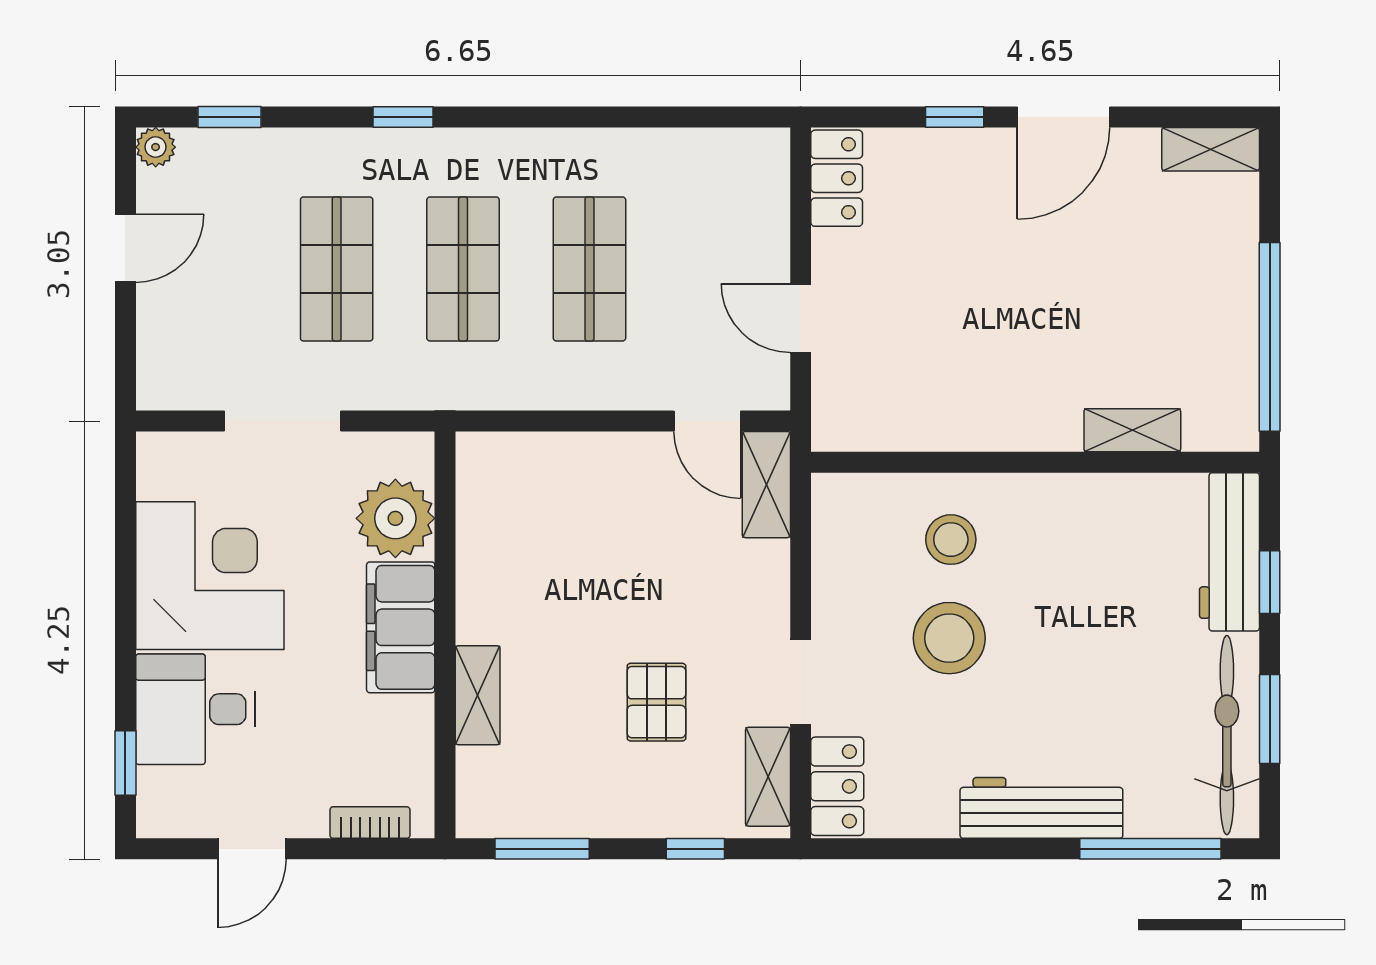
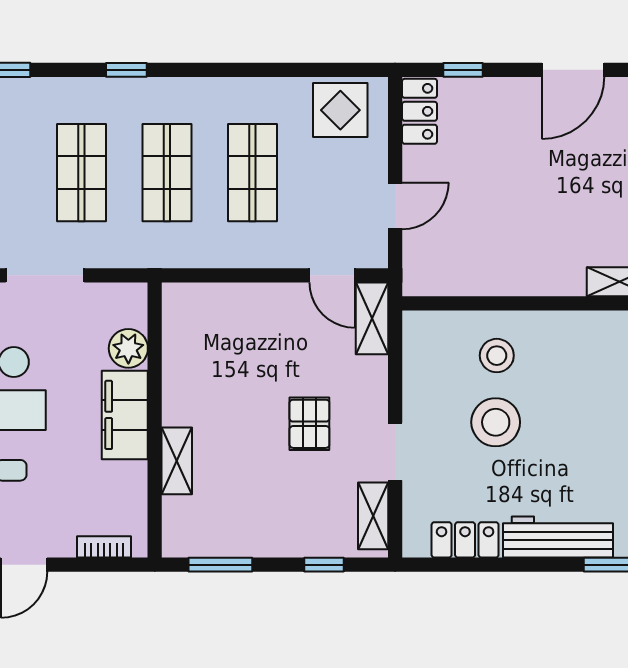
window: (955, 117) -> (463, 70), moved
display table: (720, 176) -> (340, 110), added
door: (801, 318) -> (395, 206), swing flipped
plant: (395, 518) -> (128, 348), width x0.73, depth x0.73
pallet: (656, 702) -> (309, 424), moved
locker: (837, 786) -> (465, 540), moved, turned -90

